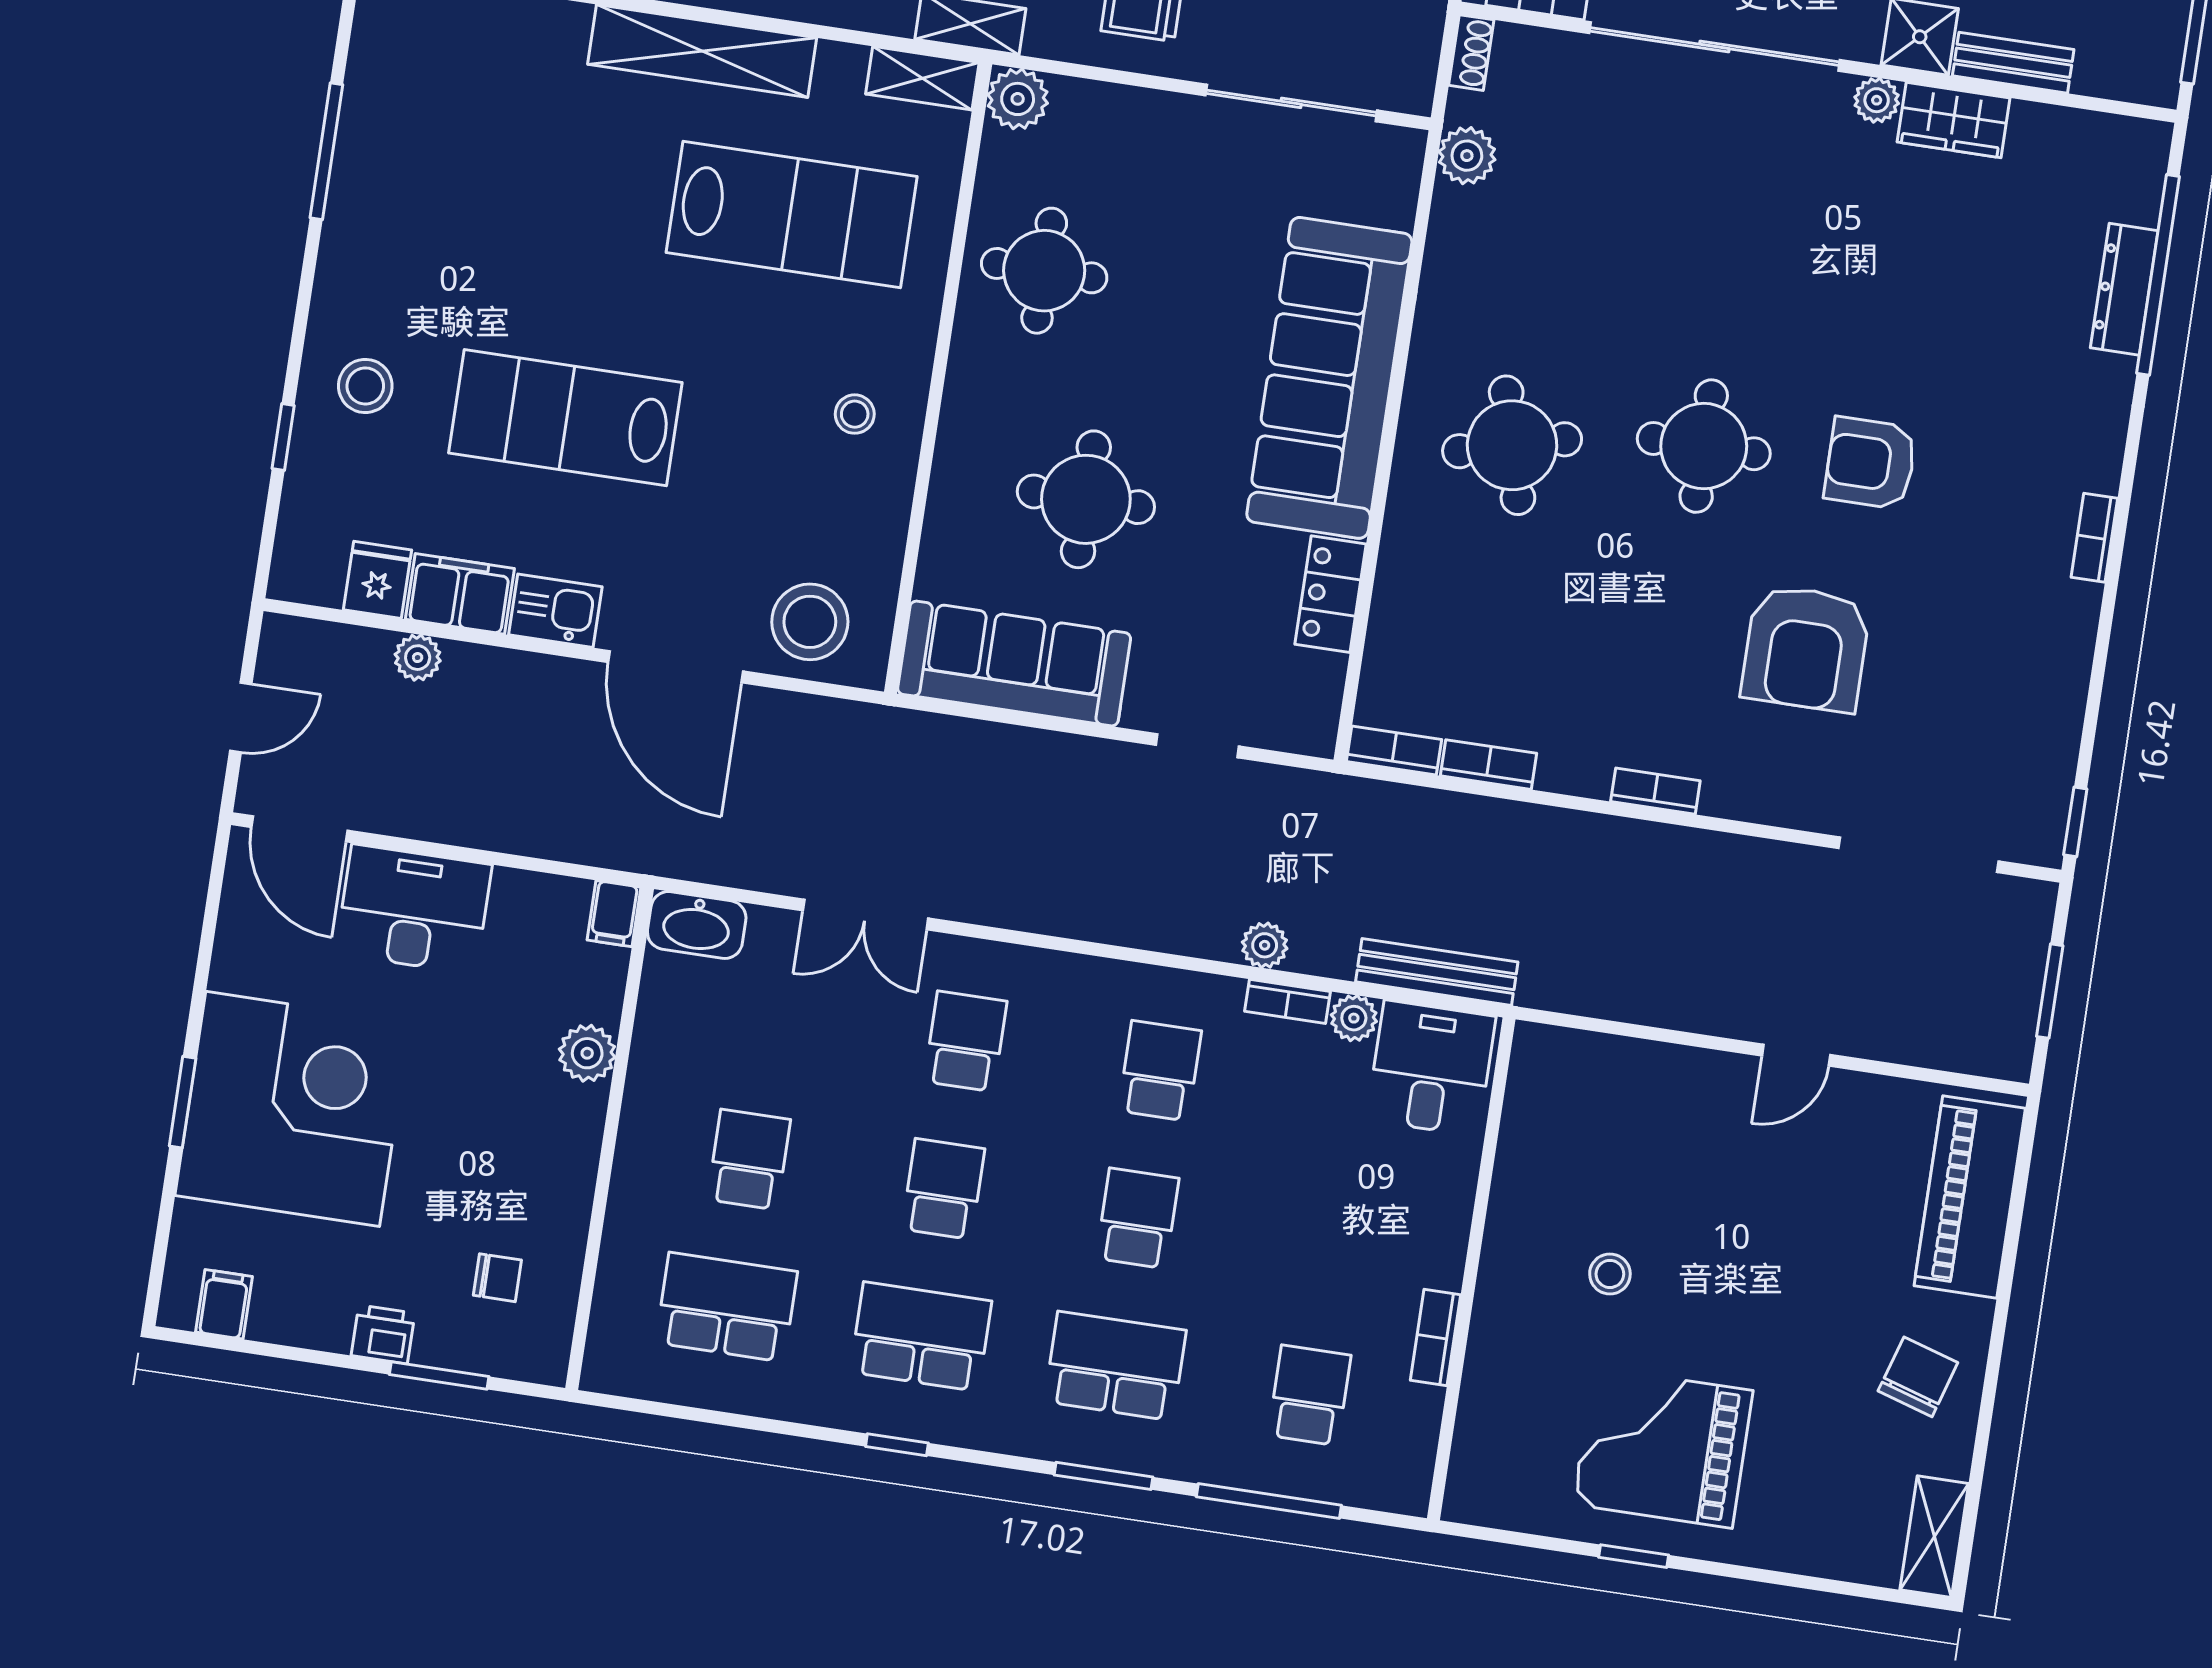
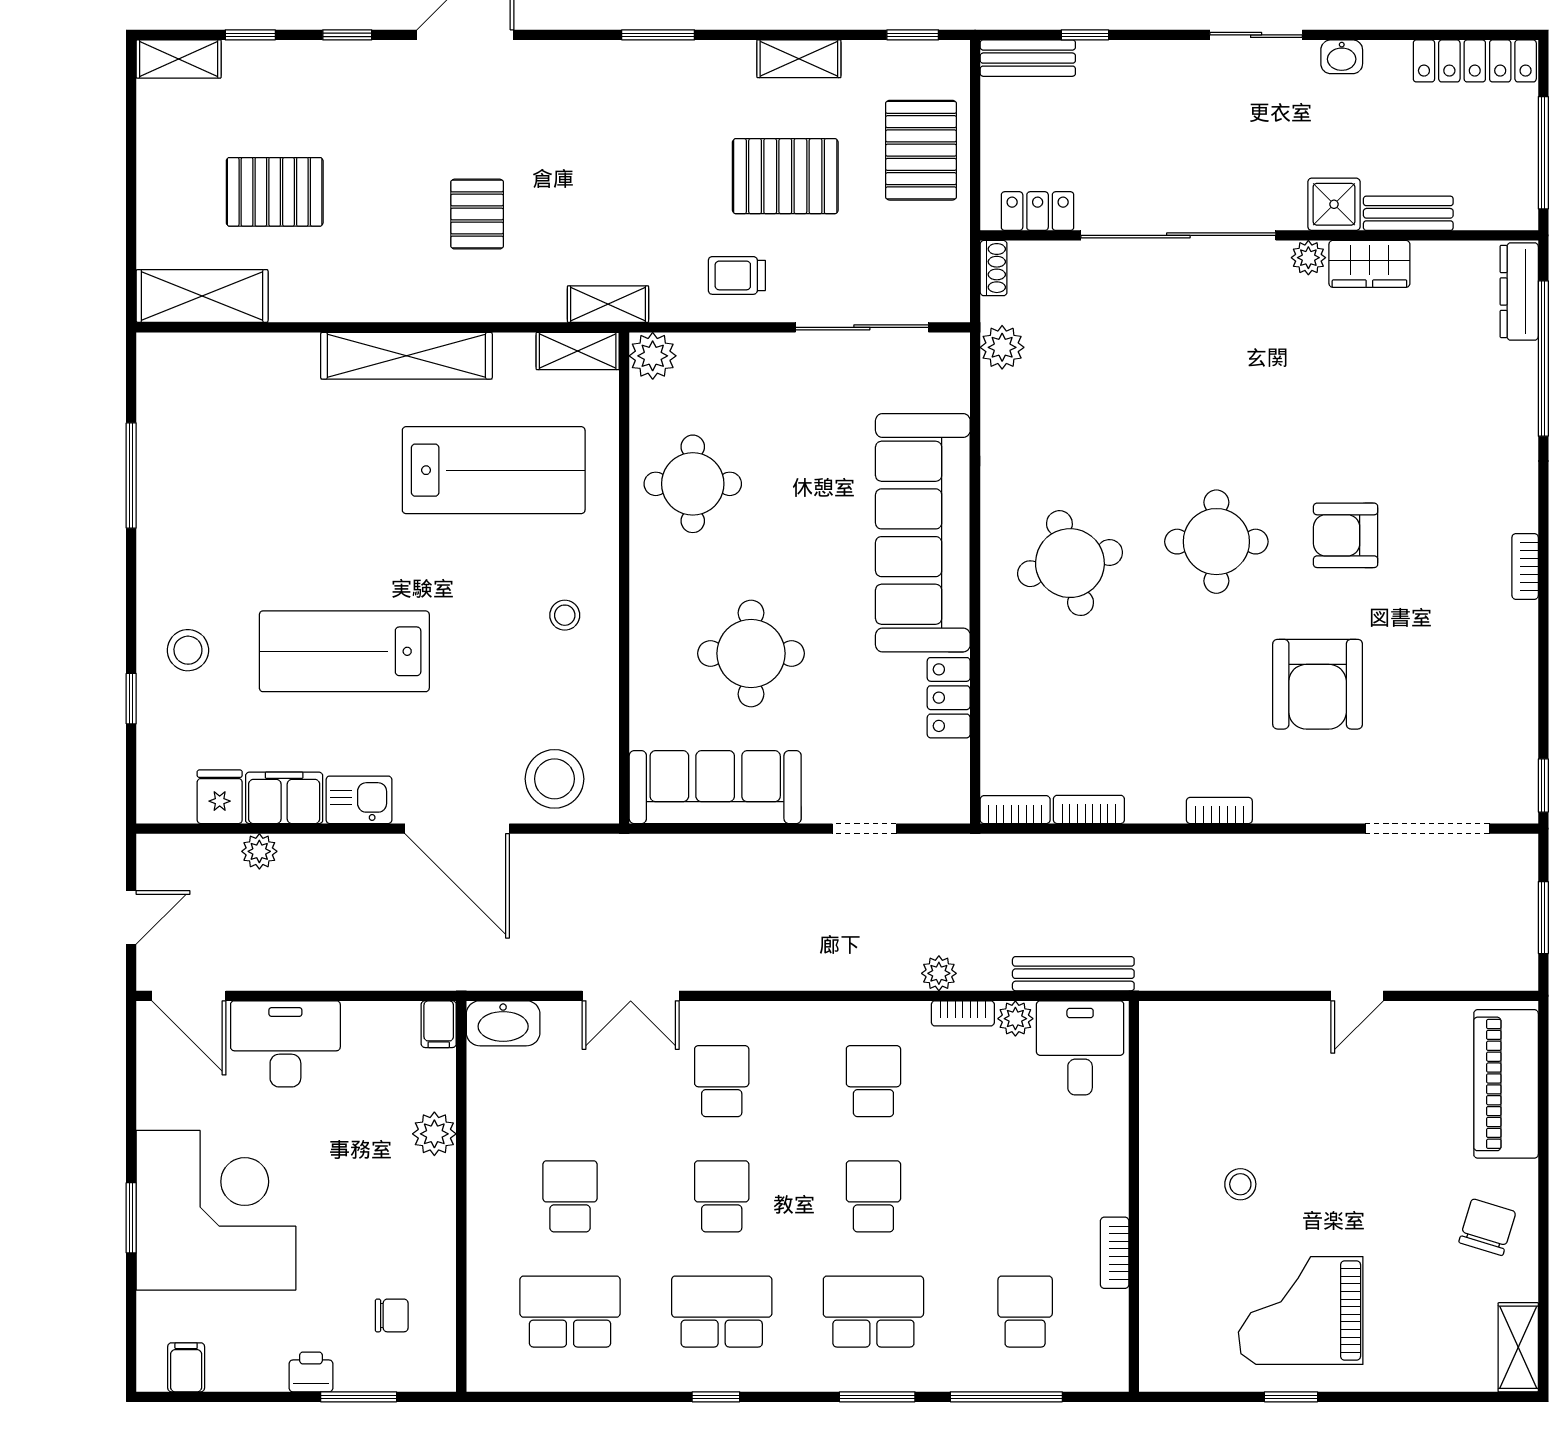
dresser: (2124, 289) -> (1519, 291), moved

